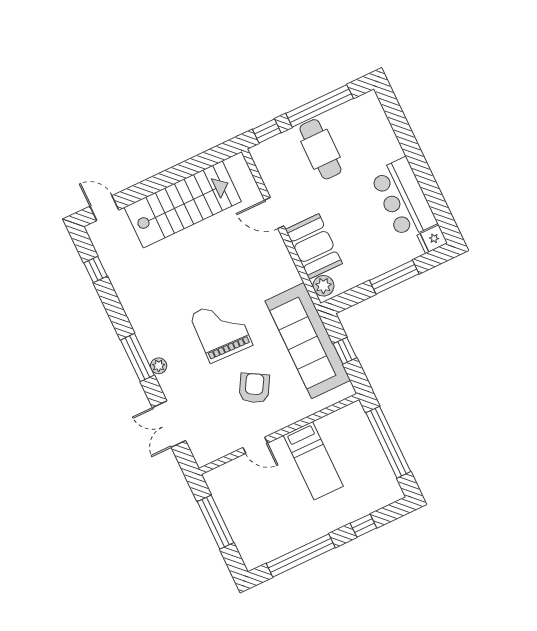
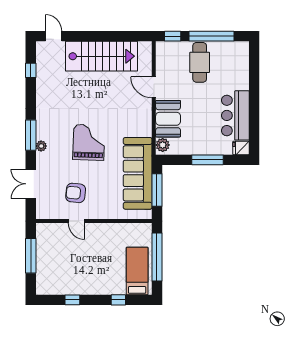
window: (345, 351) -> (157, 190), width x2.17
armchair: (254, 388) -> (76, 193), moved, turned -114
bed: (313, 461) -> (137, 271), moved, turned 180
window: (301, 555) -> (72, 300), width x0.32

